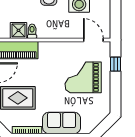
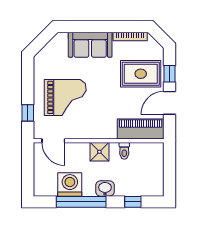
shower: (19, 30) -> (99, 152), moved

